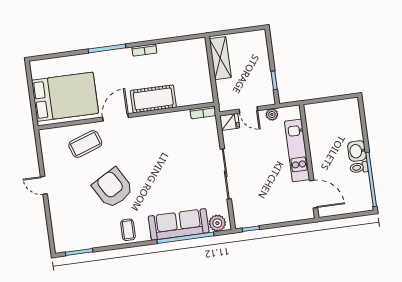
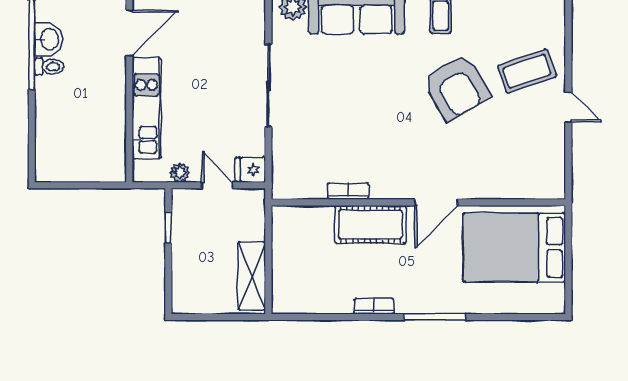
bookcase: (203, 112) -> (348, 191), moved
coffee table: (85, 144) -> (527, 71), moved
washbasin: (357, 151) -> (49, 39), moved
door: (313, 194) -> (129, 33), swing flipped

